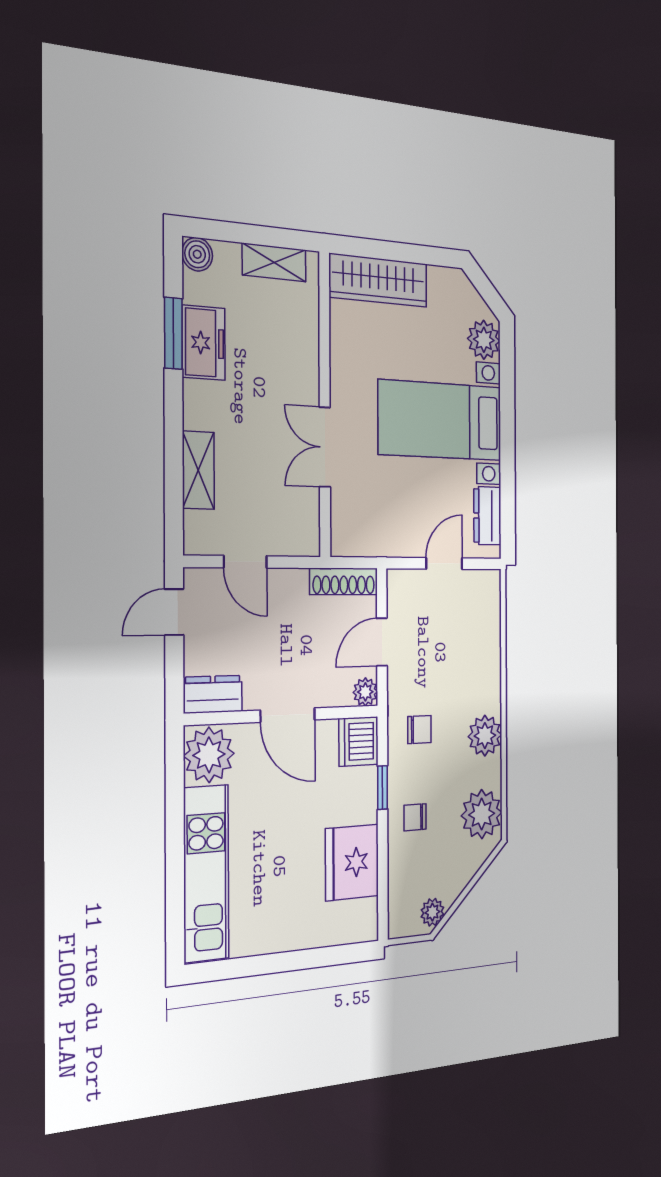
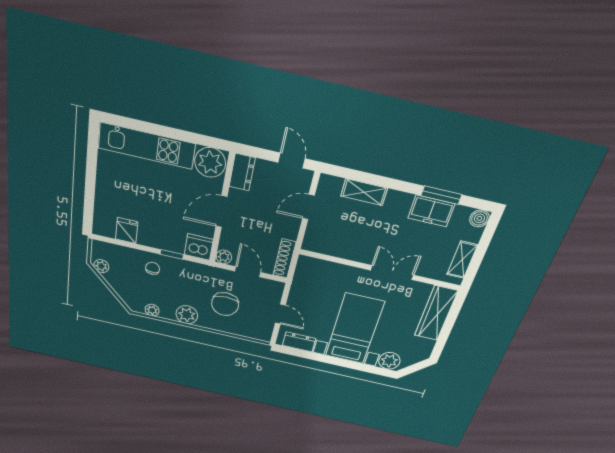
double door: (325, 447) -> (392, 273), moved
chair: (419, 730) -> (225, 304), moved, width x1.87, depth x1.87
plant: (482, 814) -> (152, 310), width x0.53, depth x0.53
fridge: (352, 862) -> (127, 231), width x0.53, depth x0.75

